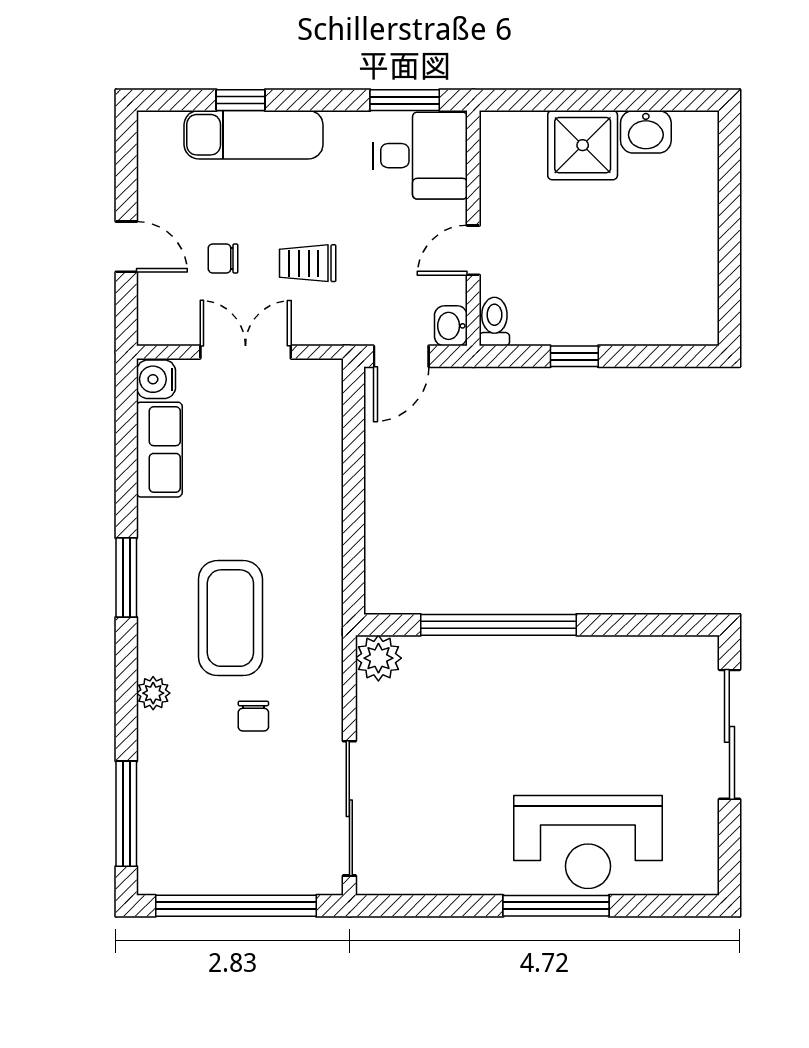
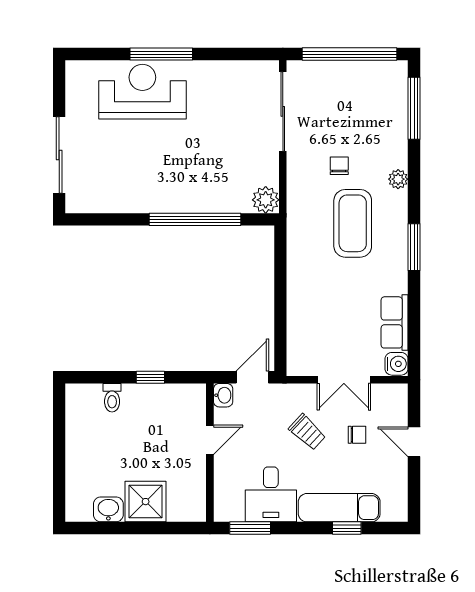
desk: (420, 156) -> (271, 494), moved, turned -90
trolley: (308, 263) -> (307, 432), turned 43
toilet: (494, 322) -> (112, 398), moved

